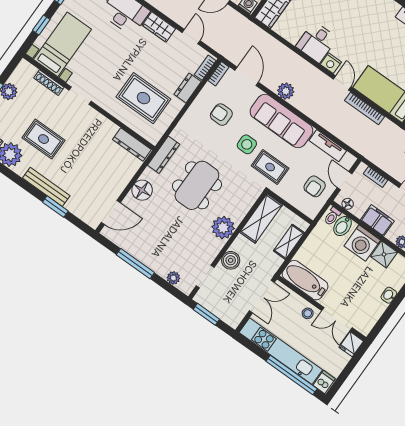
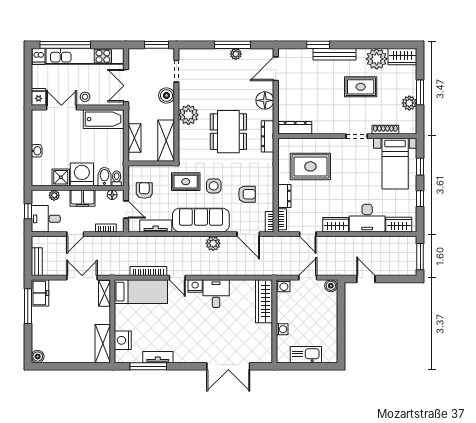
plant: (173, 278) -> (236, 54), moved

